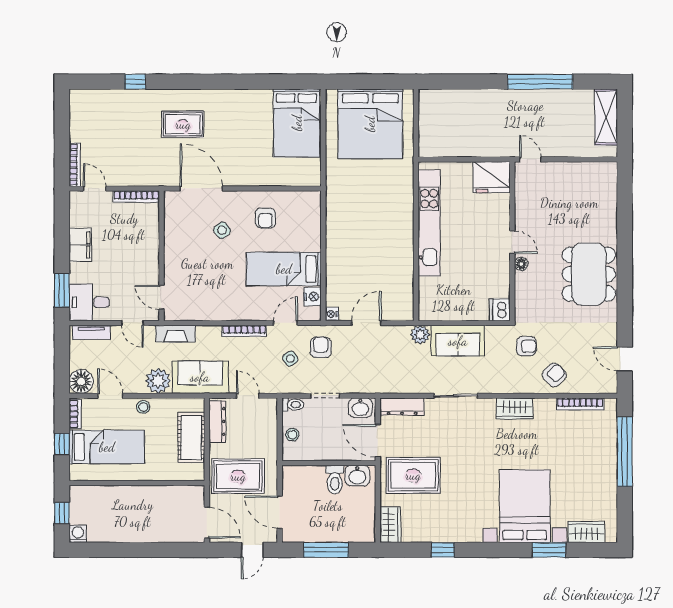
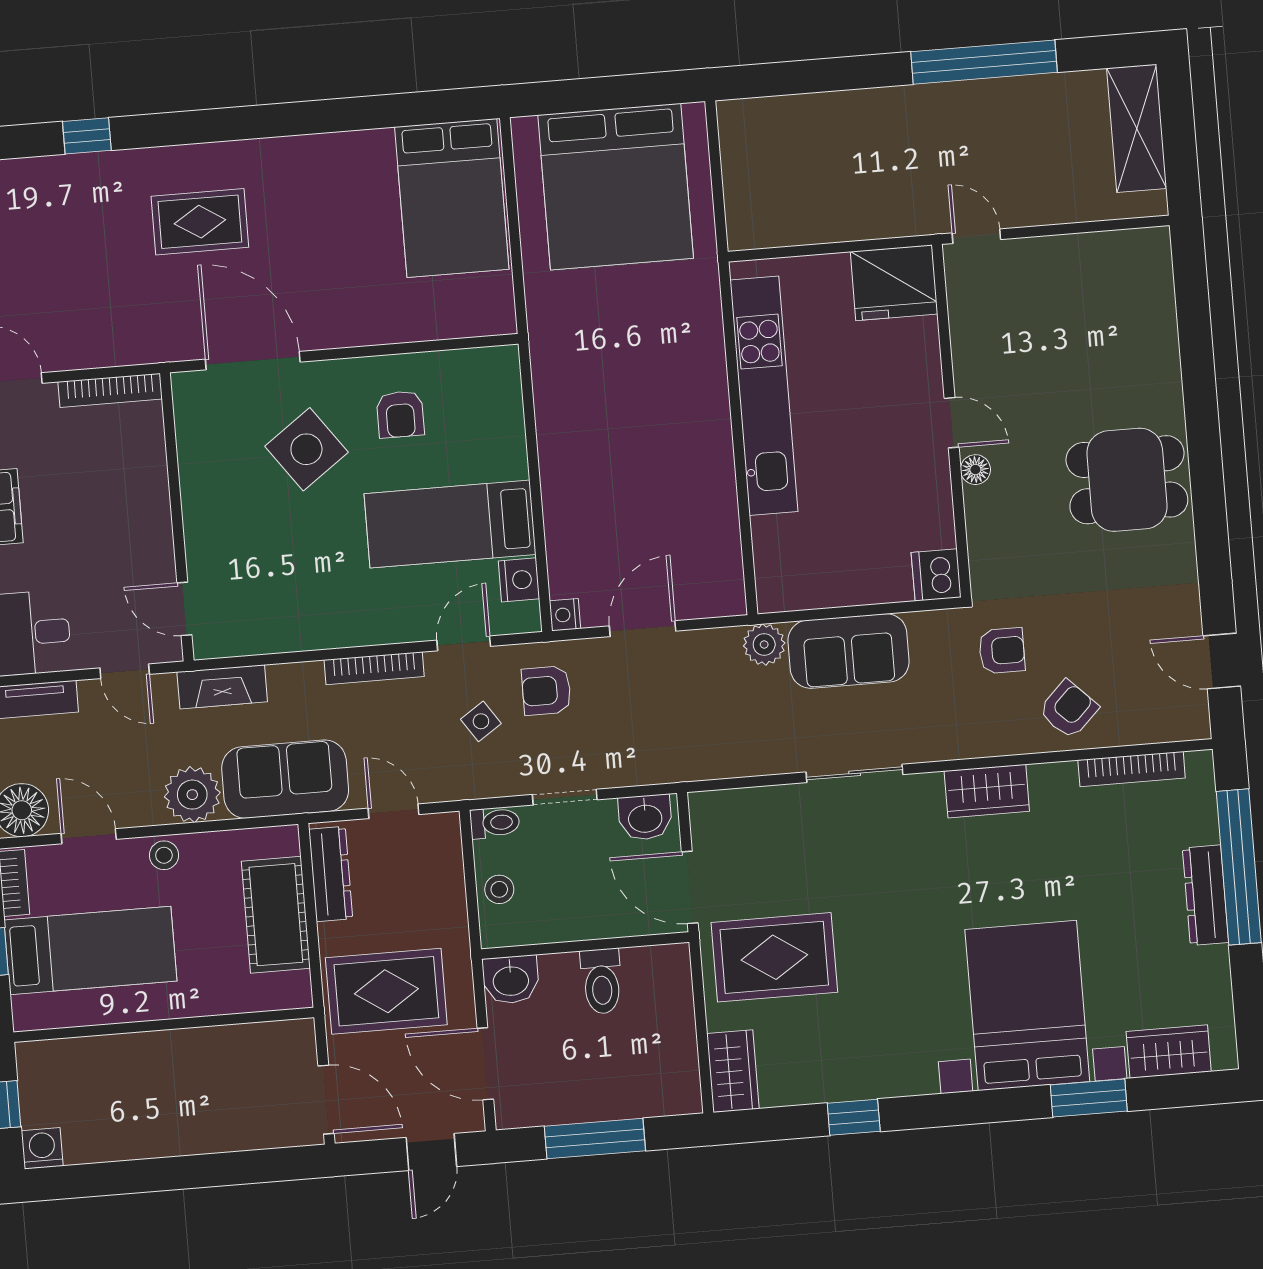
side table: (222, 230) -> (306, 449), width x1.87, depth x1.87
dining table: (589, 274) -> (1127, 480), width x0.73
armchair: (321, 347) -> (546, 691), turned -90
dresser: (402, 407) -> (1206, 895), moved, turned 90
washbasin: (357, 476) -> (511, 980), moved

